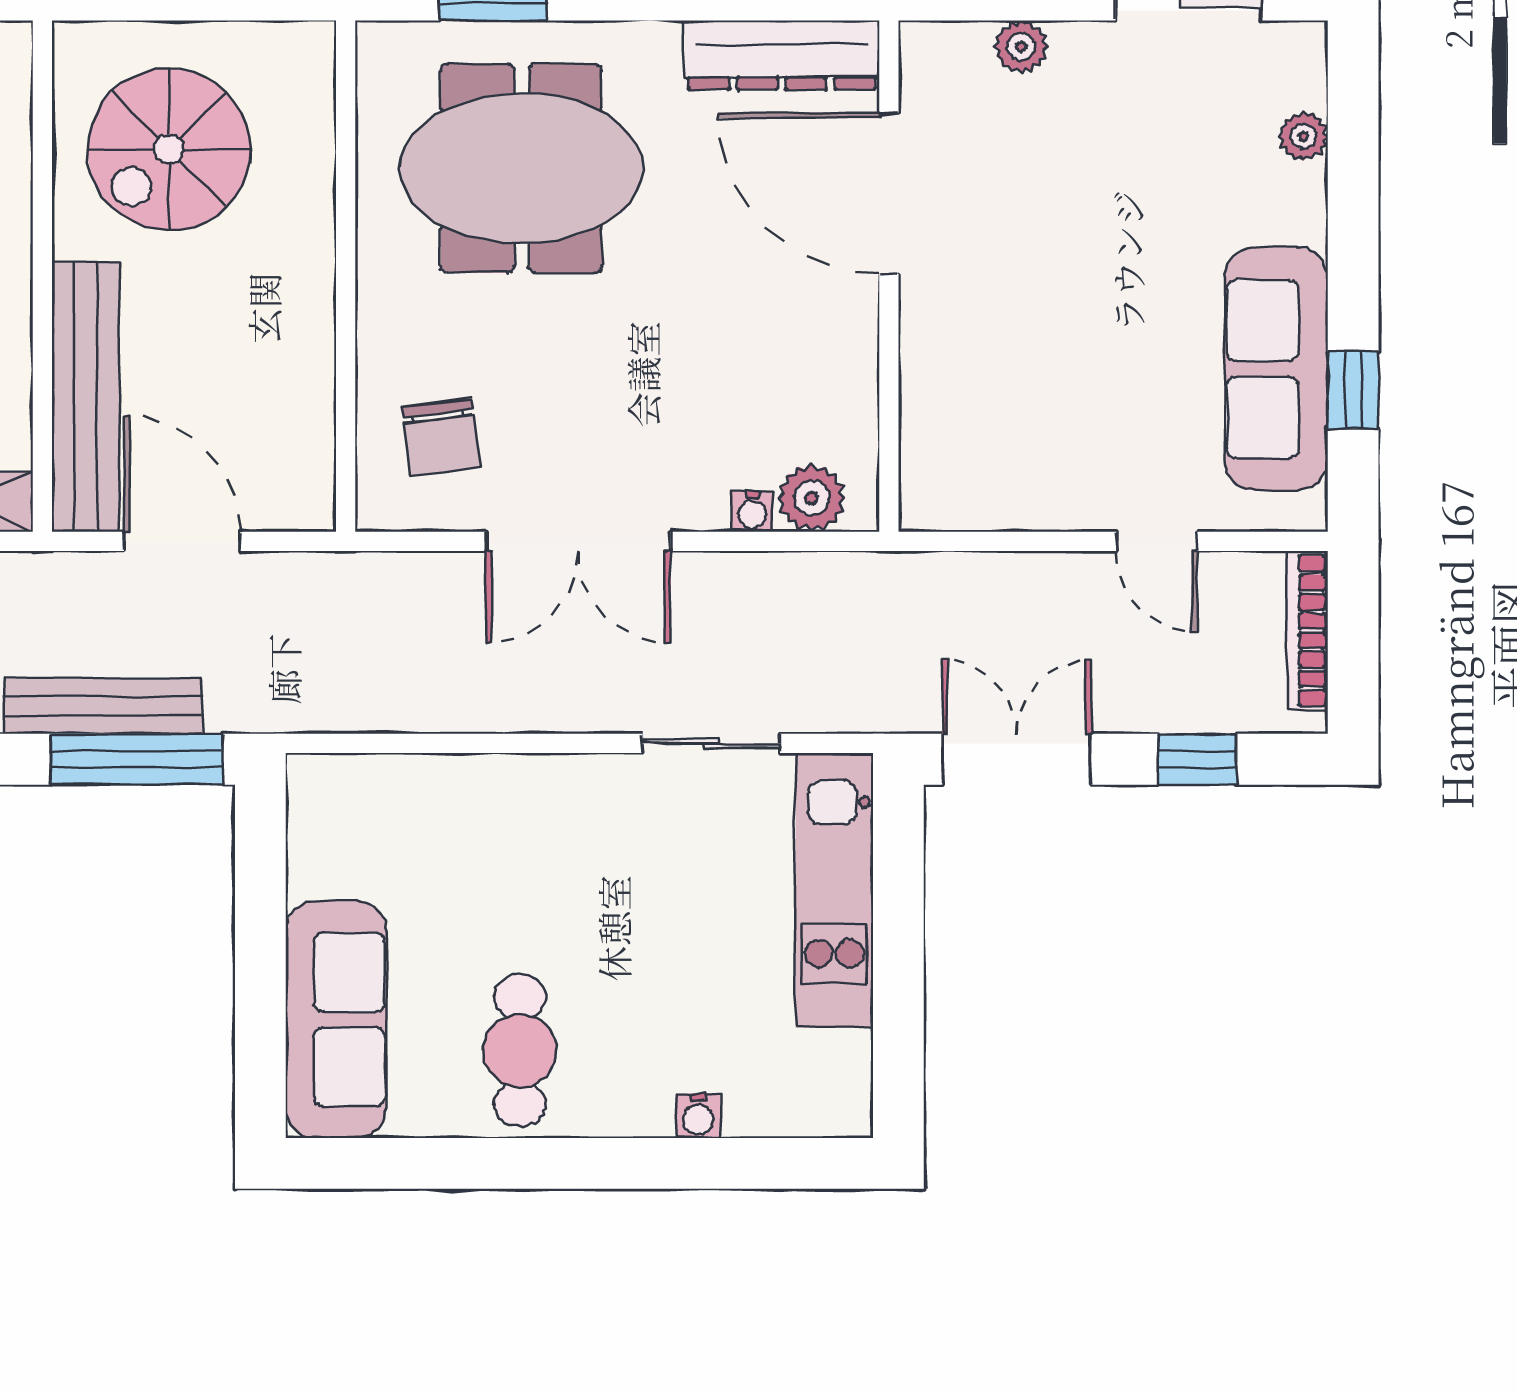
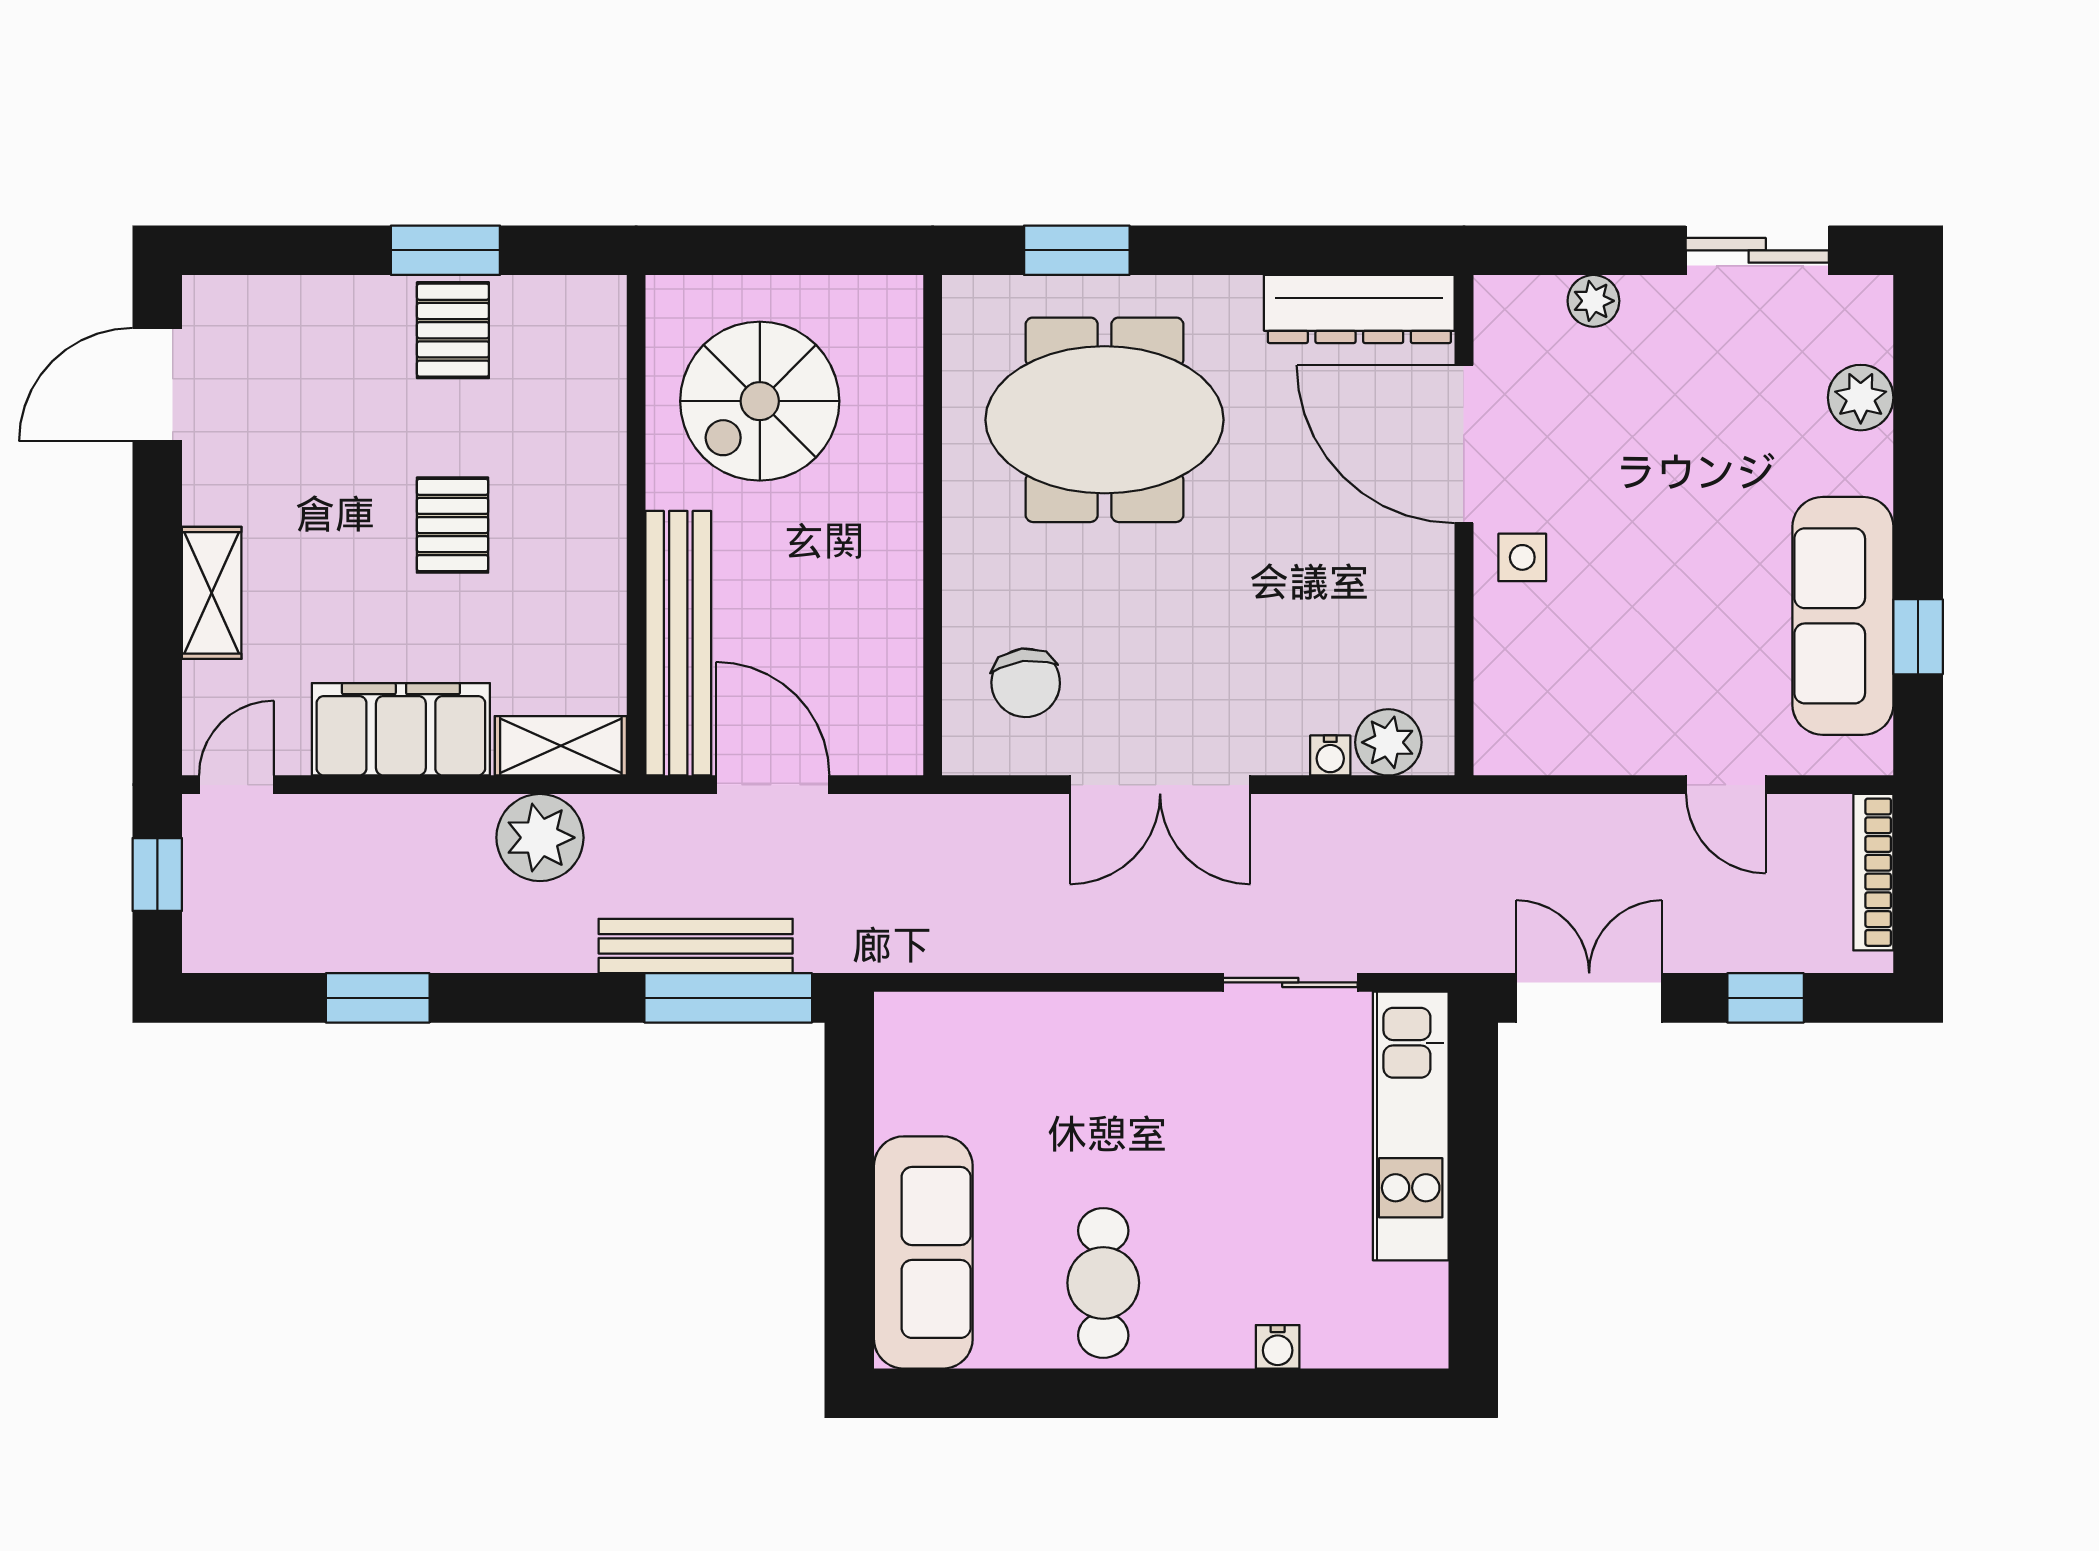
plant: (1303, 136) -> (1861, 398), width x1.38, depth x1.38
side table: (948, 309) -> (1522, 557), added

